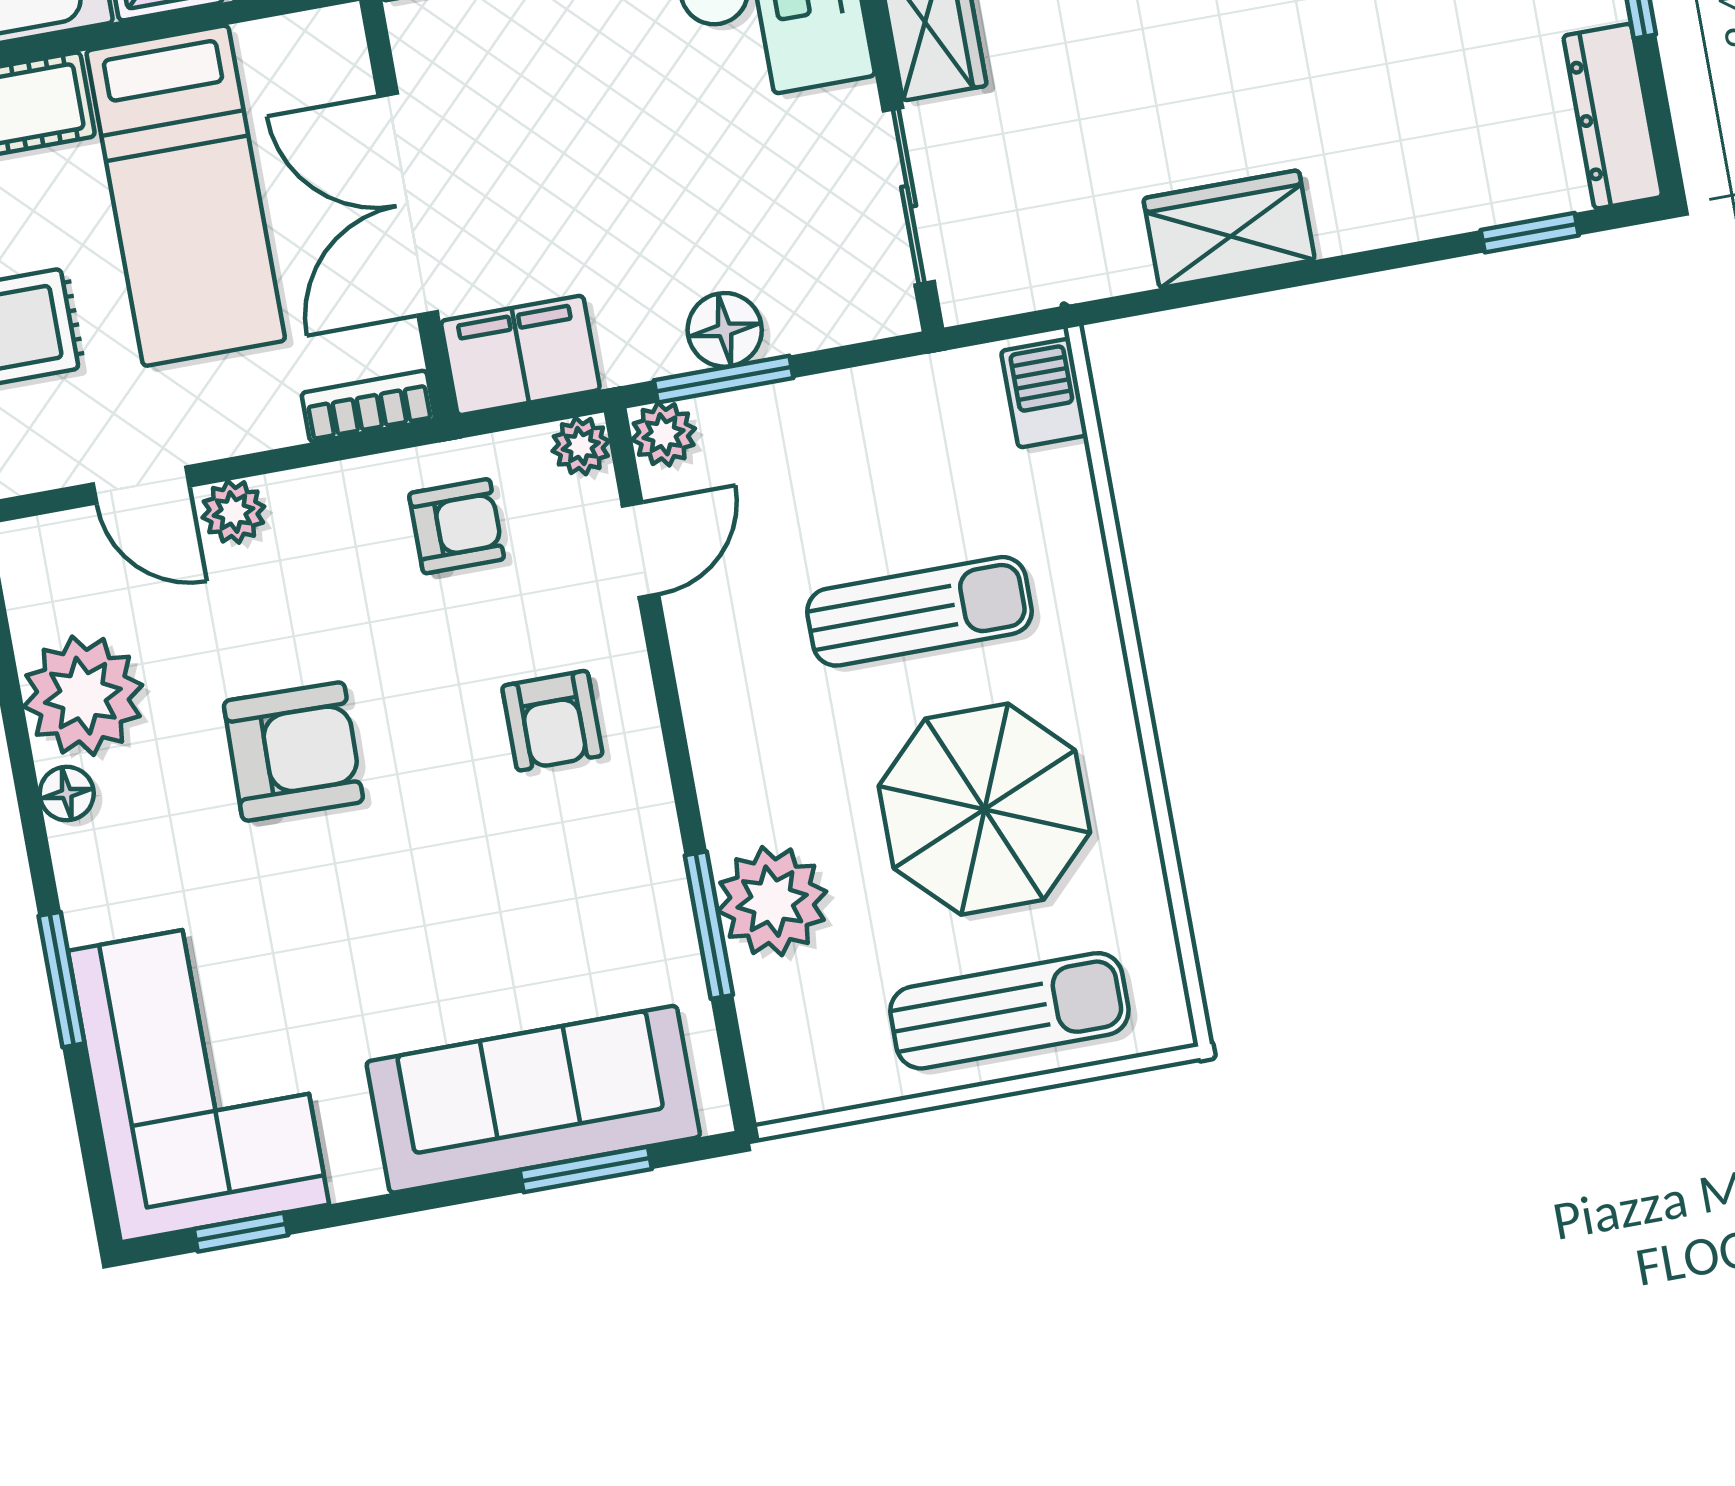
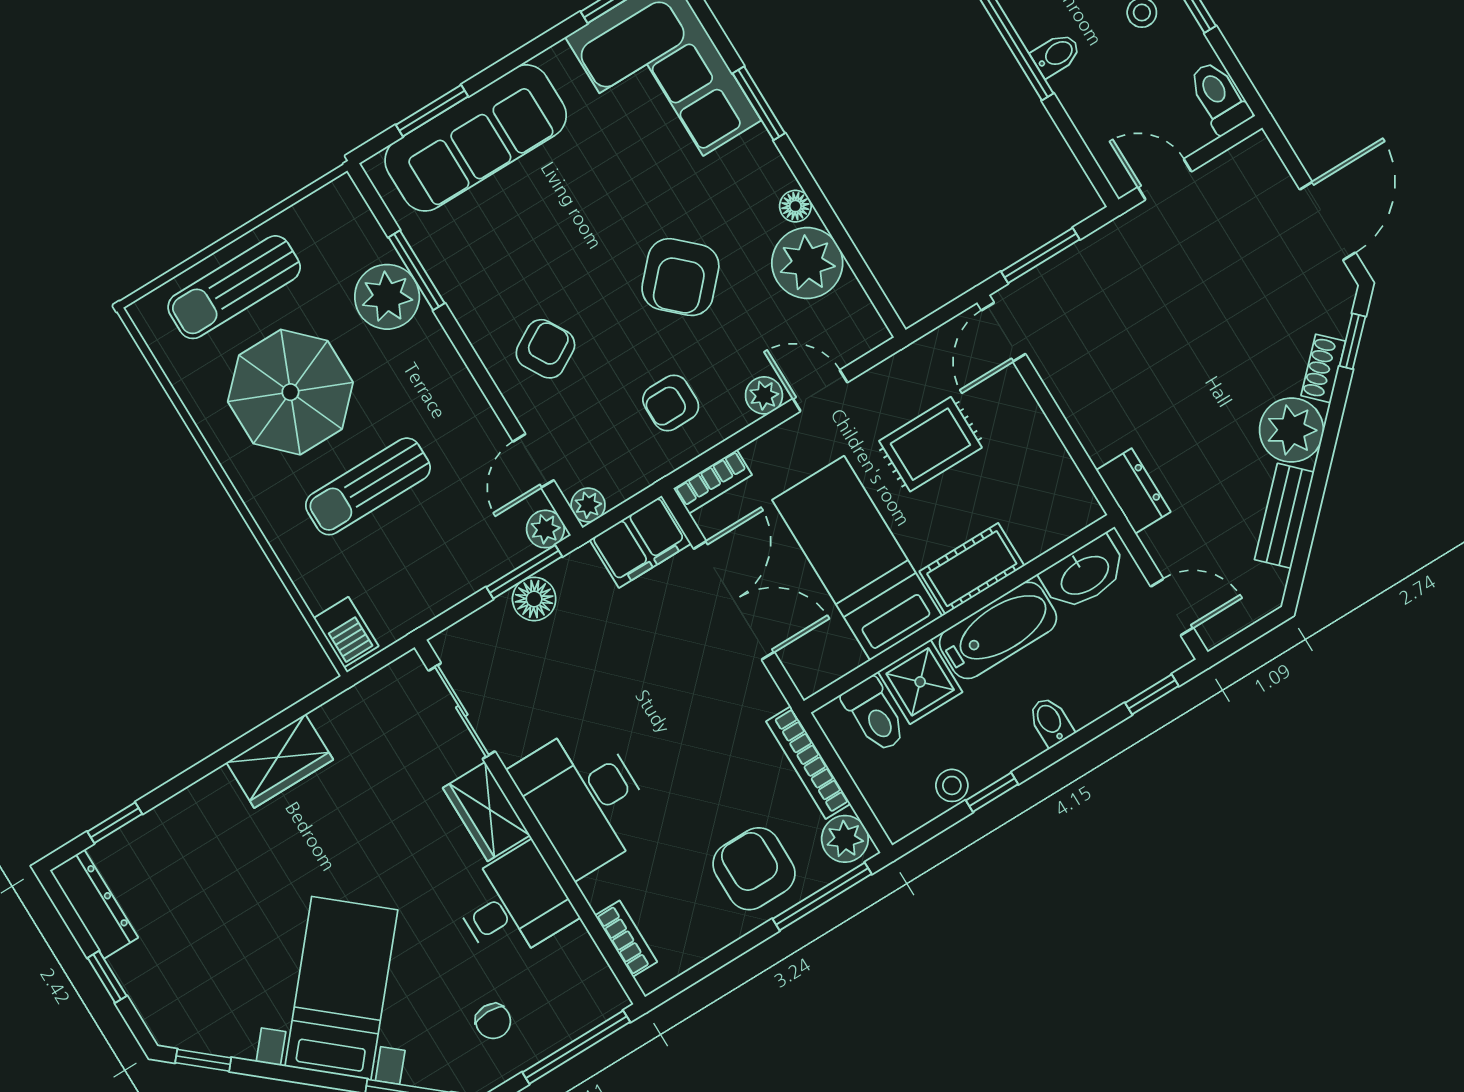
armchair: (457, 526) -> (671, 403), moved
armchair: (552, 721) -> (545, 349), turned 60
armchair: (293, 752) -> (680, 277), turned -48

